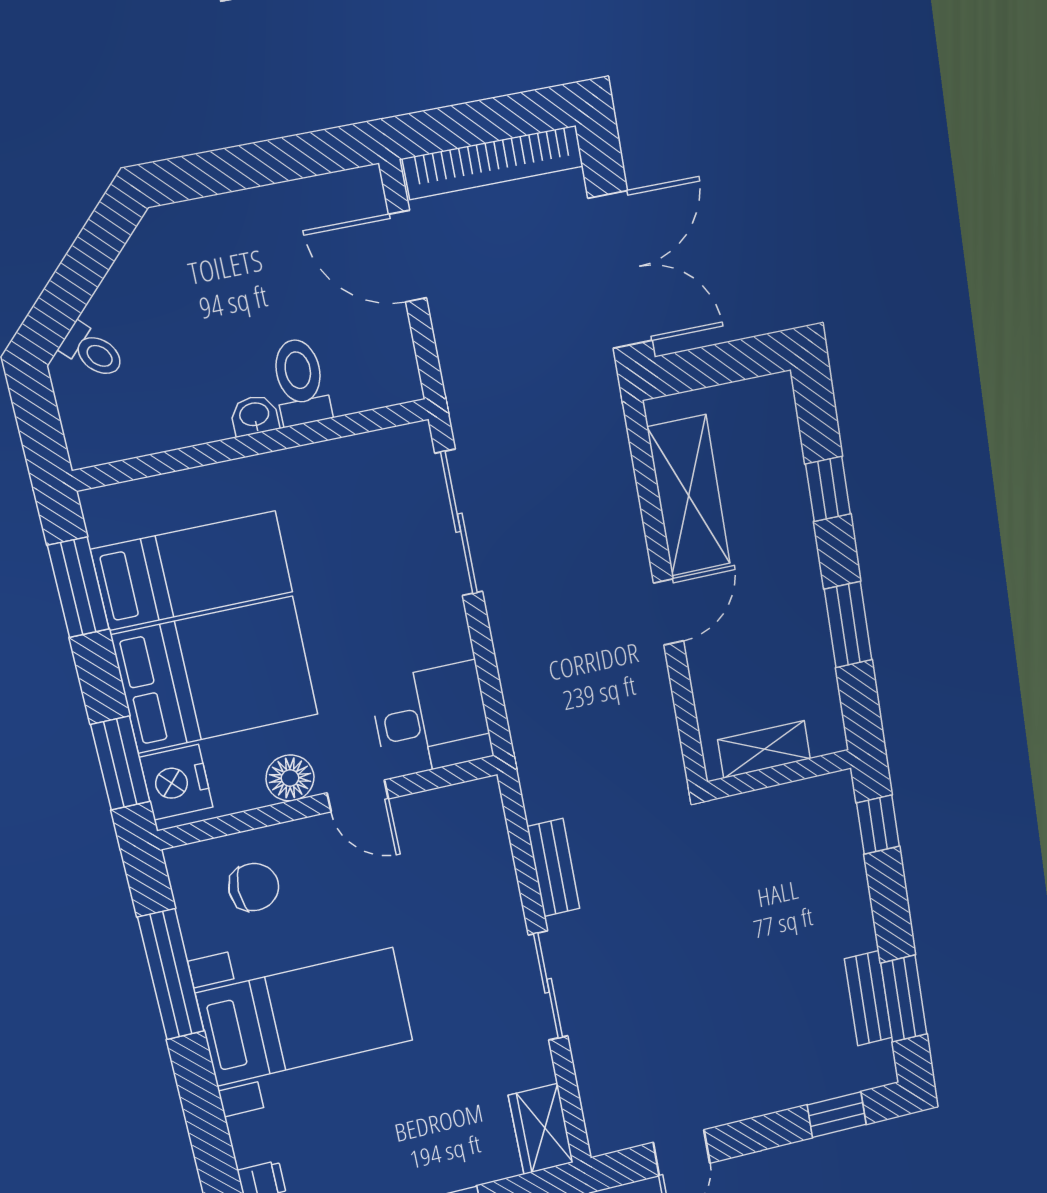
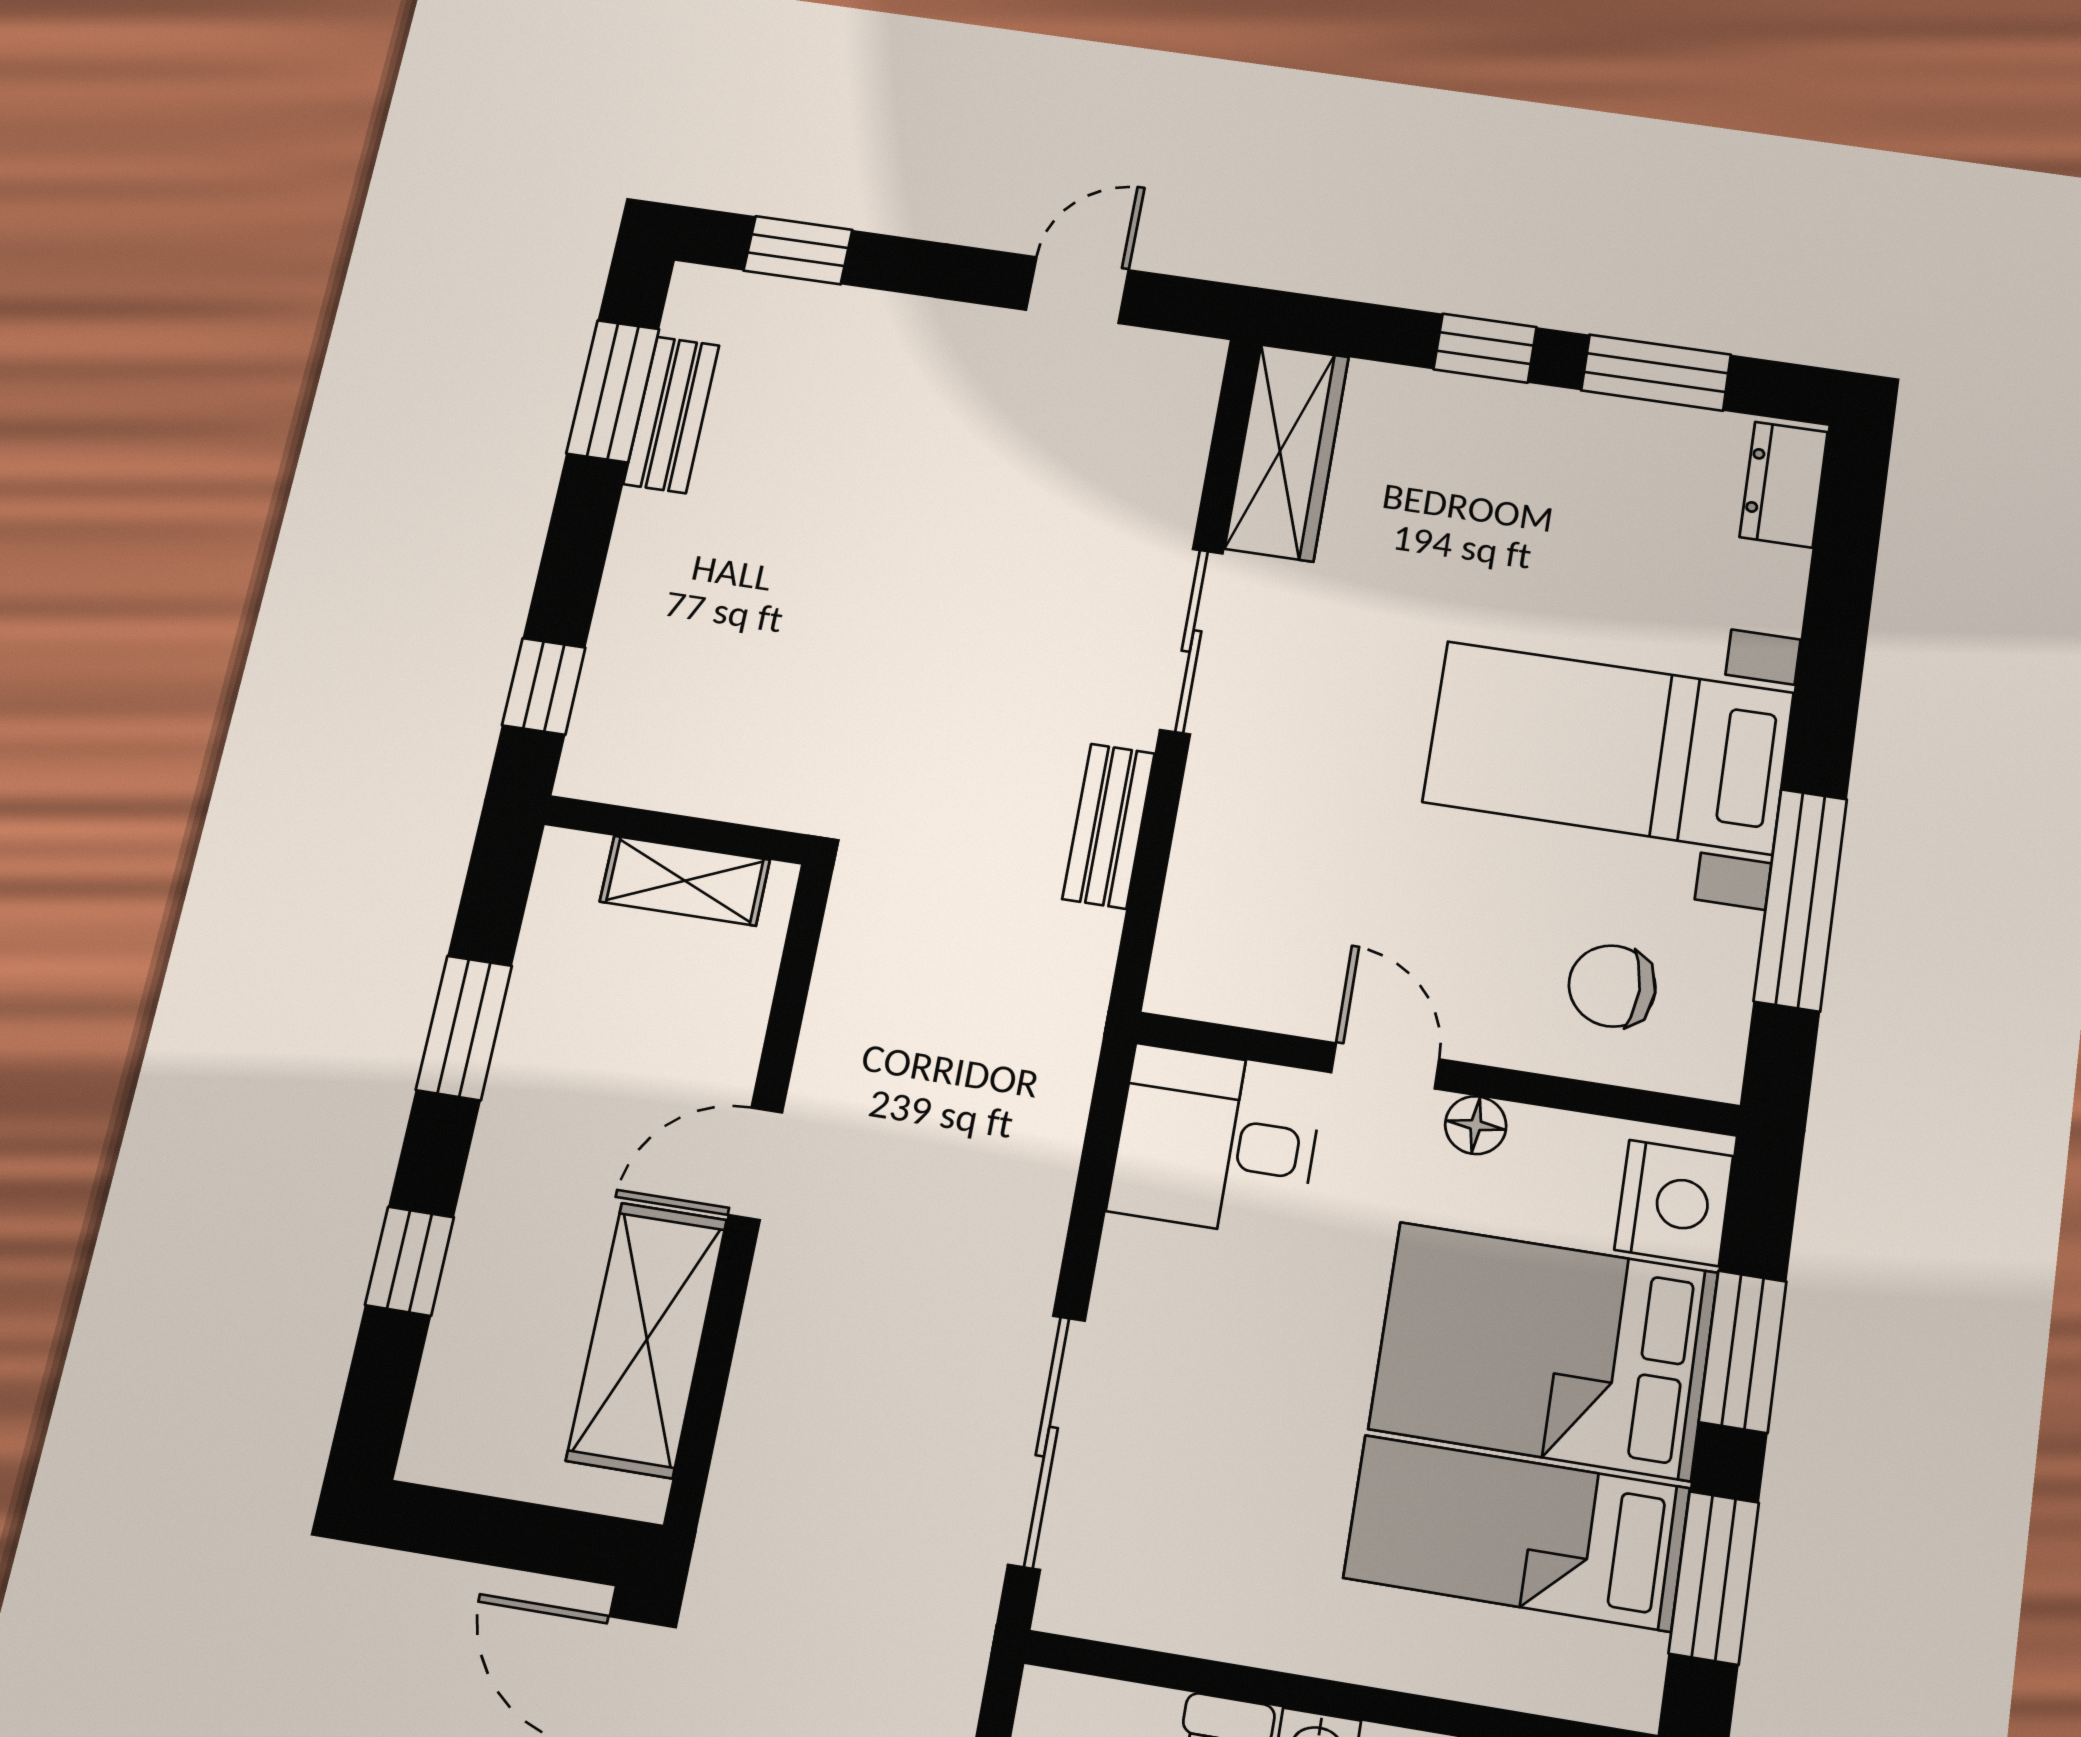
window: (120, 763) -> (1743, 1351), moved
floor lamp: (290, 778) -> (1476, 1125), width x0.73, depth x0.73
wardrobe: (541, 1129) -> (1287, 452), width x1.50

